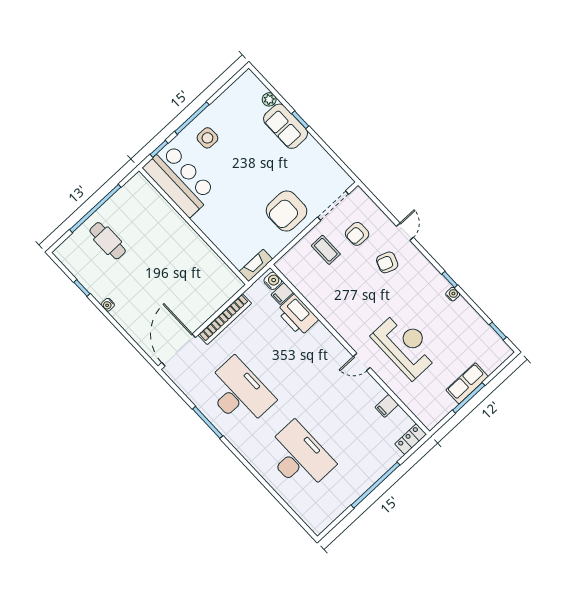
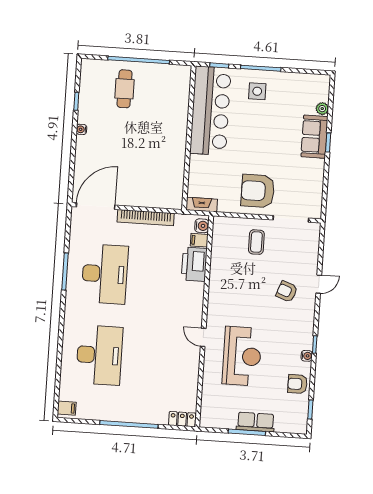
bar counter: (180, 180) -> (210, 111), width x1.36
armchair: (357, 234) -> (298, 384), moved
filing cabinet: (387, 406) -> (67, 408), moved, turned 180

